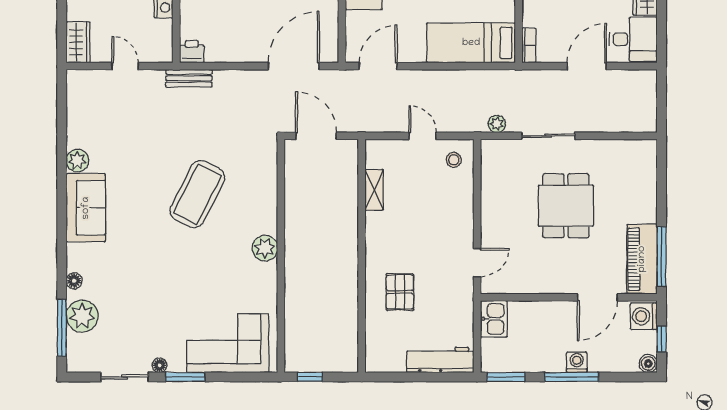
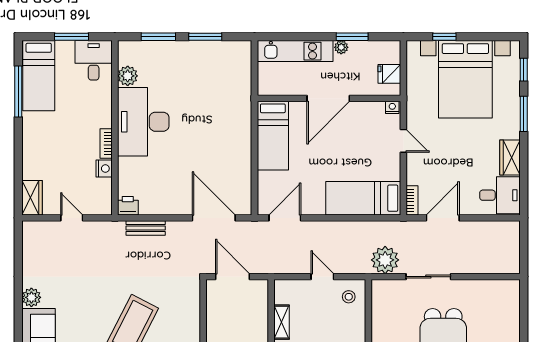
door: (294, 66) -> (214, 218), hinge flipped
door: (587, 66) -> (443, 218), moved
bench: (189, 78) -> (146, 228), moved
plant: (497, 124) -> (385, 260), width x1.88, depth x1.88

